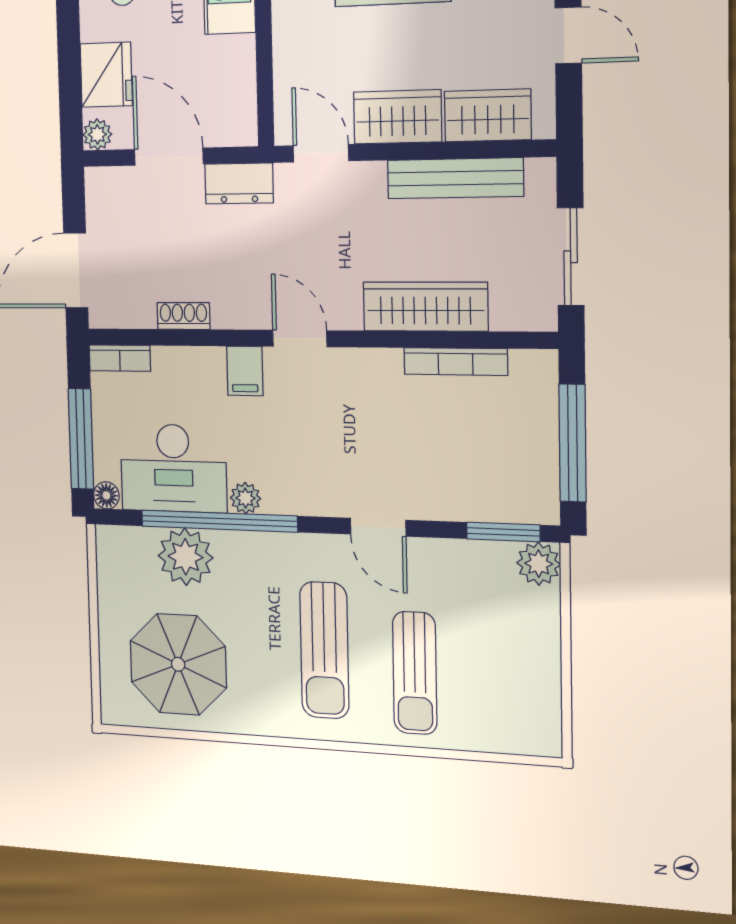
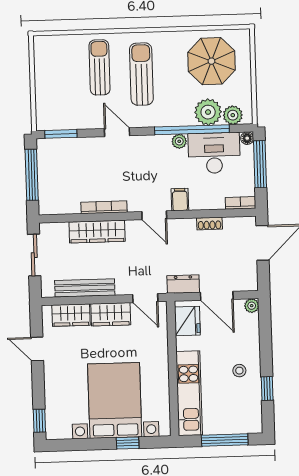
fridge: (106, 75) -> (187, 321), moved, turned 180
bookcase: (456, 362) -> (104, 207), moved
plant: (539, 564) -> (233, 115), moved

